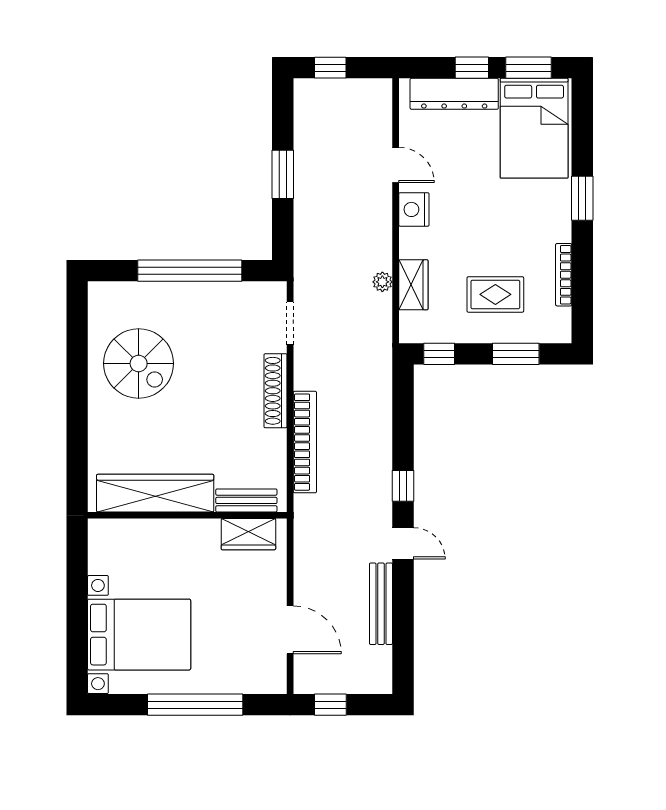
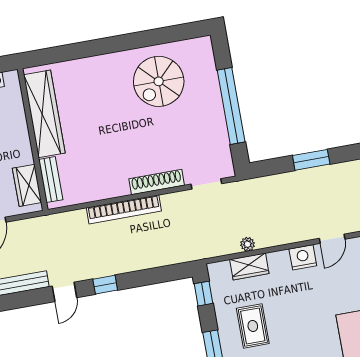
wardrobe: (155, 493) -> (44, 114), moved
bench: (246, 500) -> (51, 180), moved
wall: (187, 515) -> (33, 140), moved
wardrobe: (248, 534) -> (27, 185), moved

